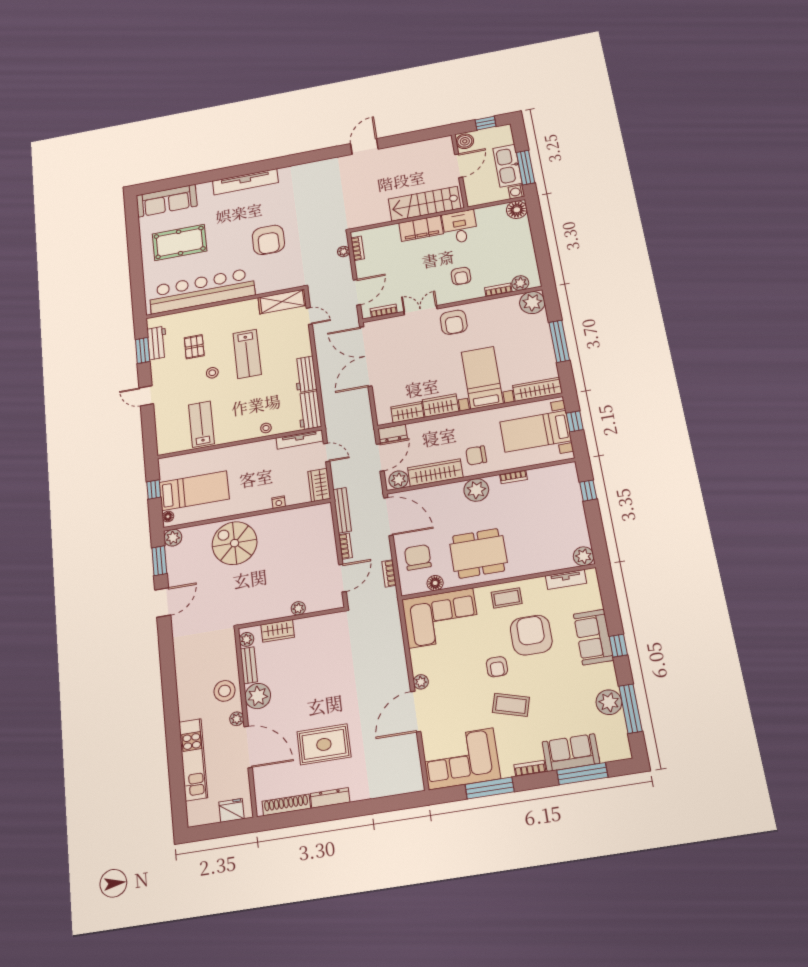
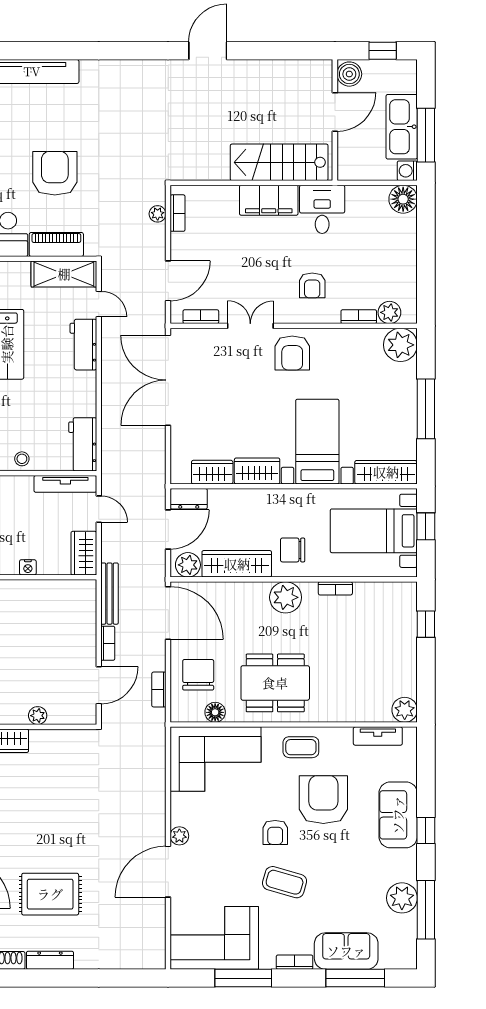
armchair: (268, 240) -> (55, 173), turned 180
piano: (275, 284) -> (56, 245), added
workbench: (305, 374) -> (83, 345), moved

